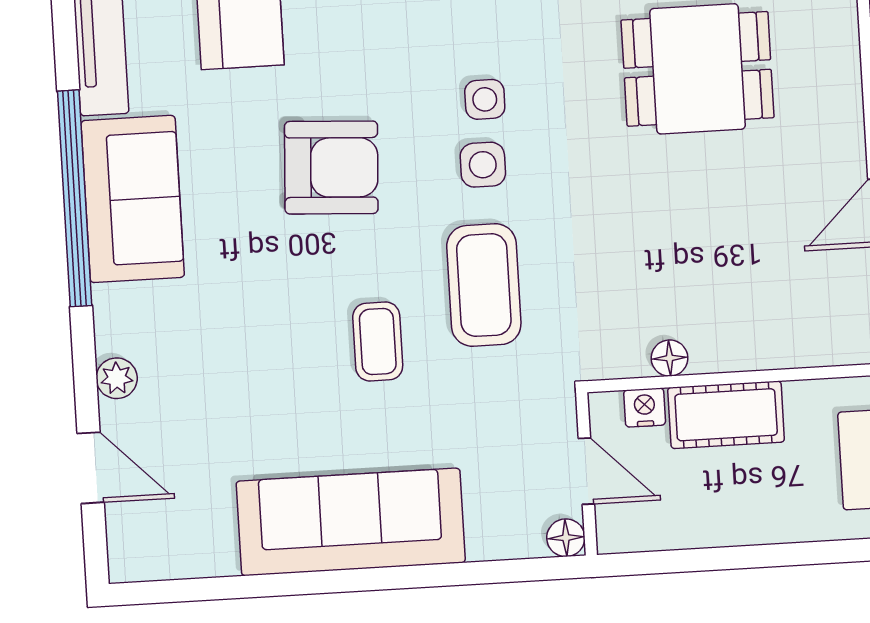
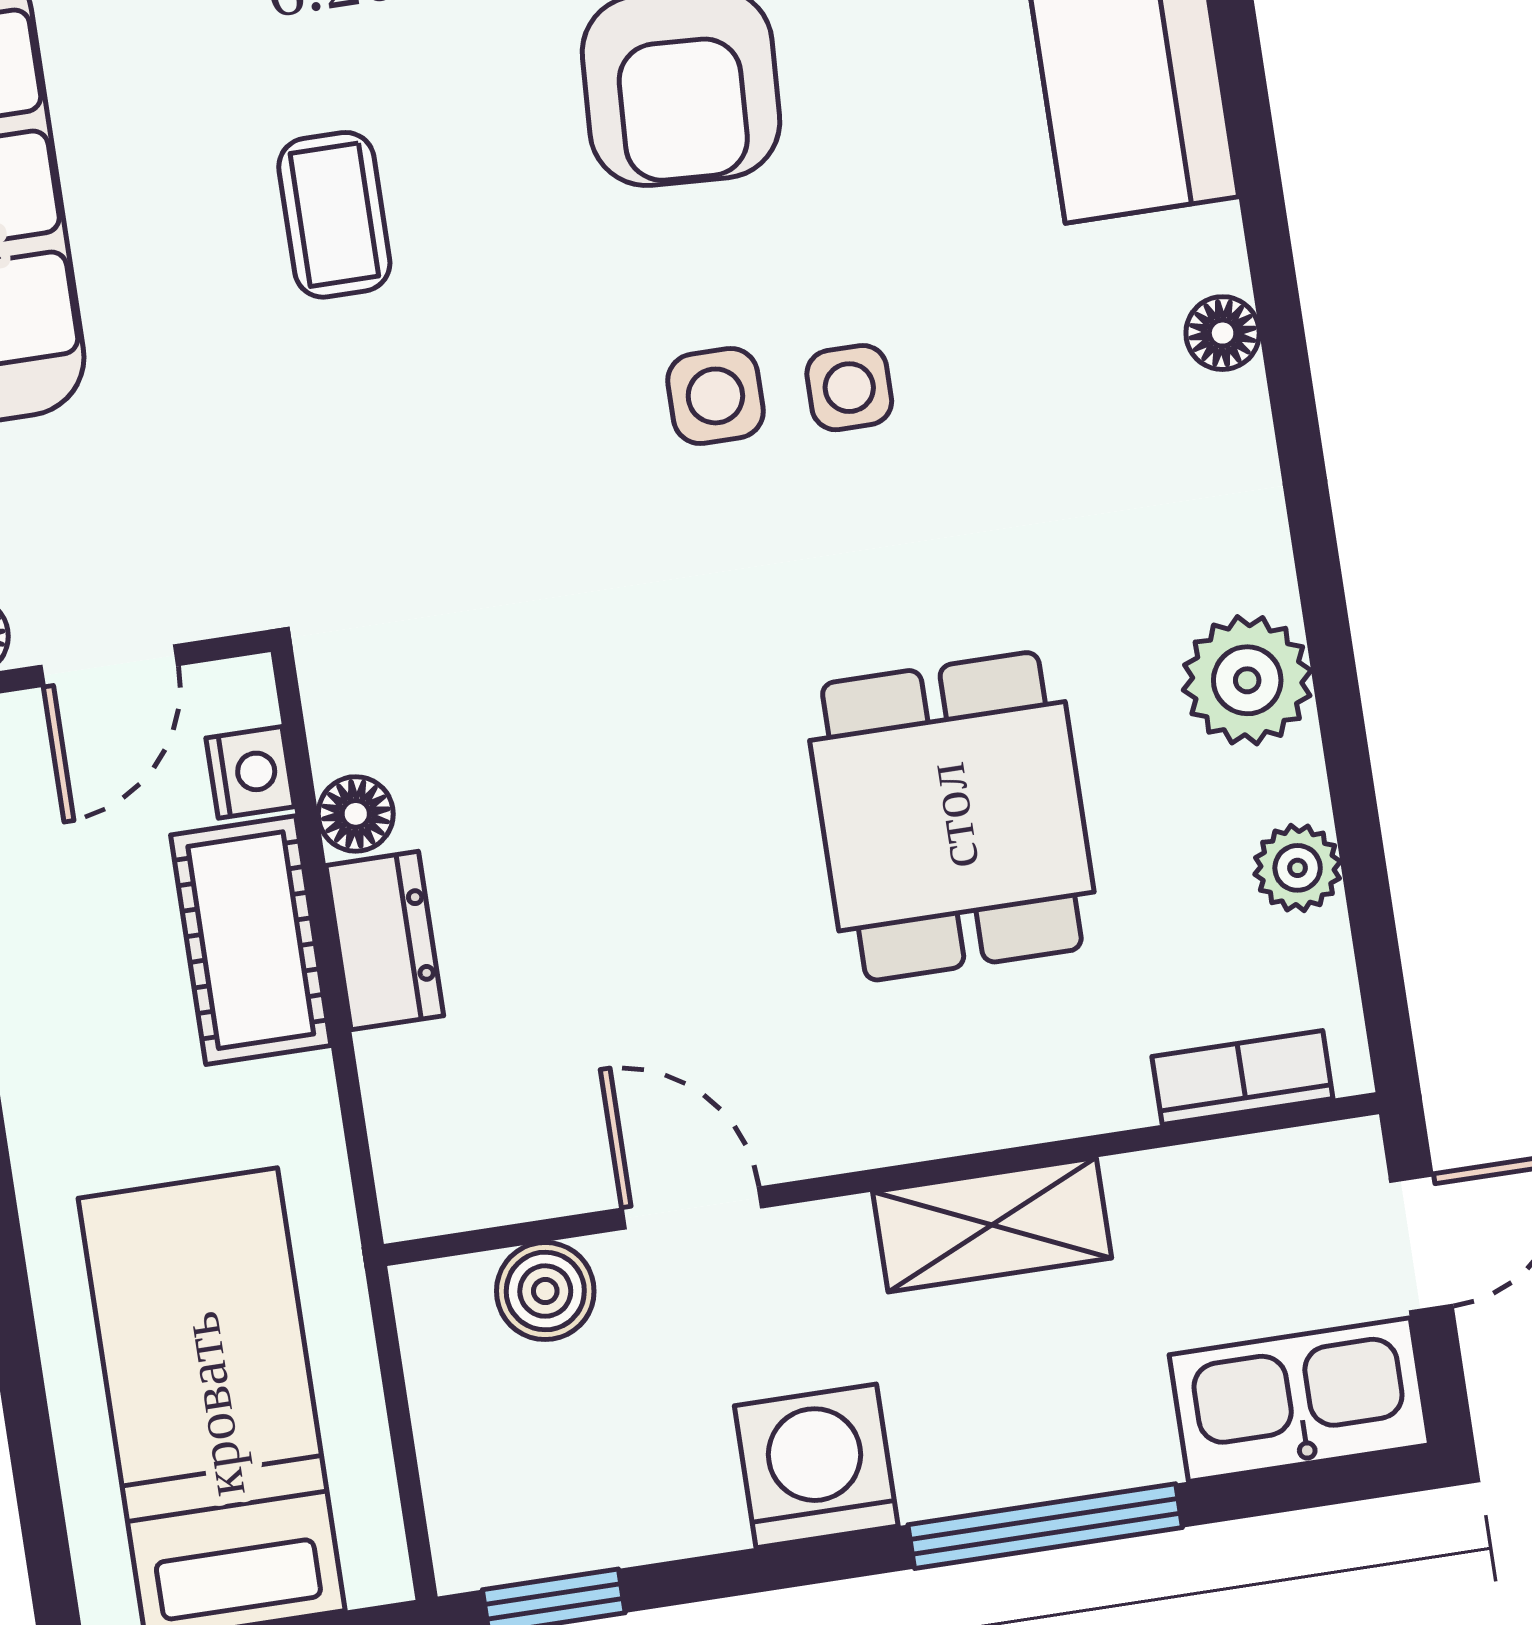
coffee table: (484, 285) -> (470, 421), removed
coffee table: (378, 342) -> (334, 215), turned 90
dresser: (732, 350) -> (385, 941), added

